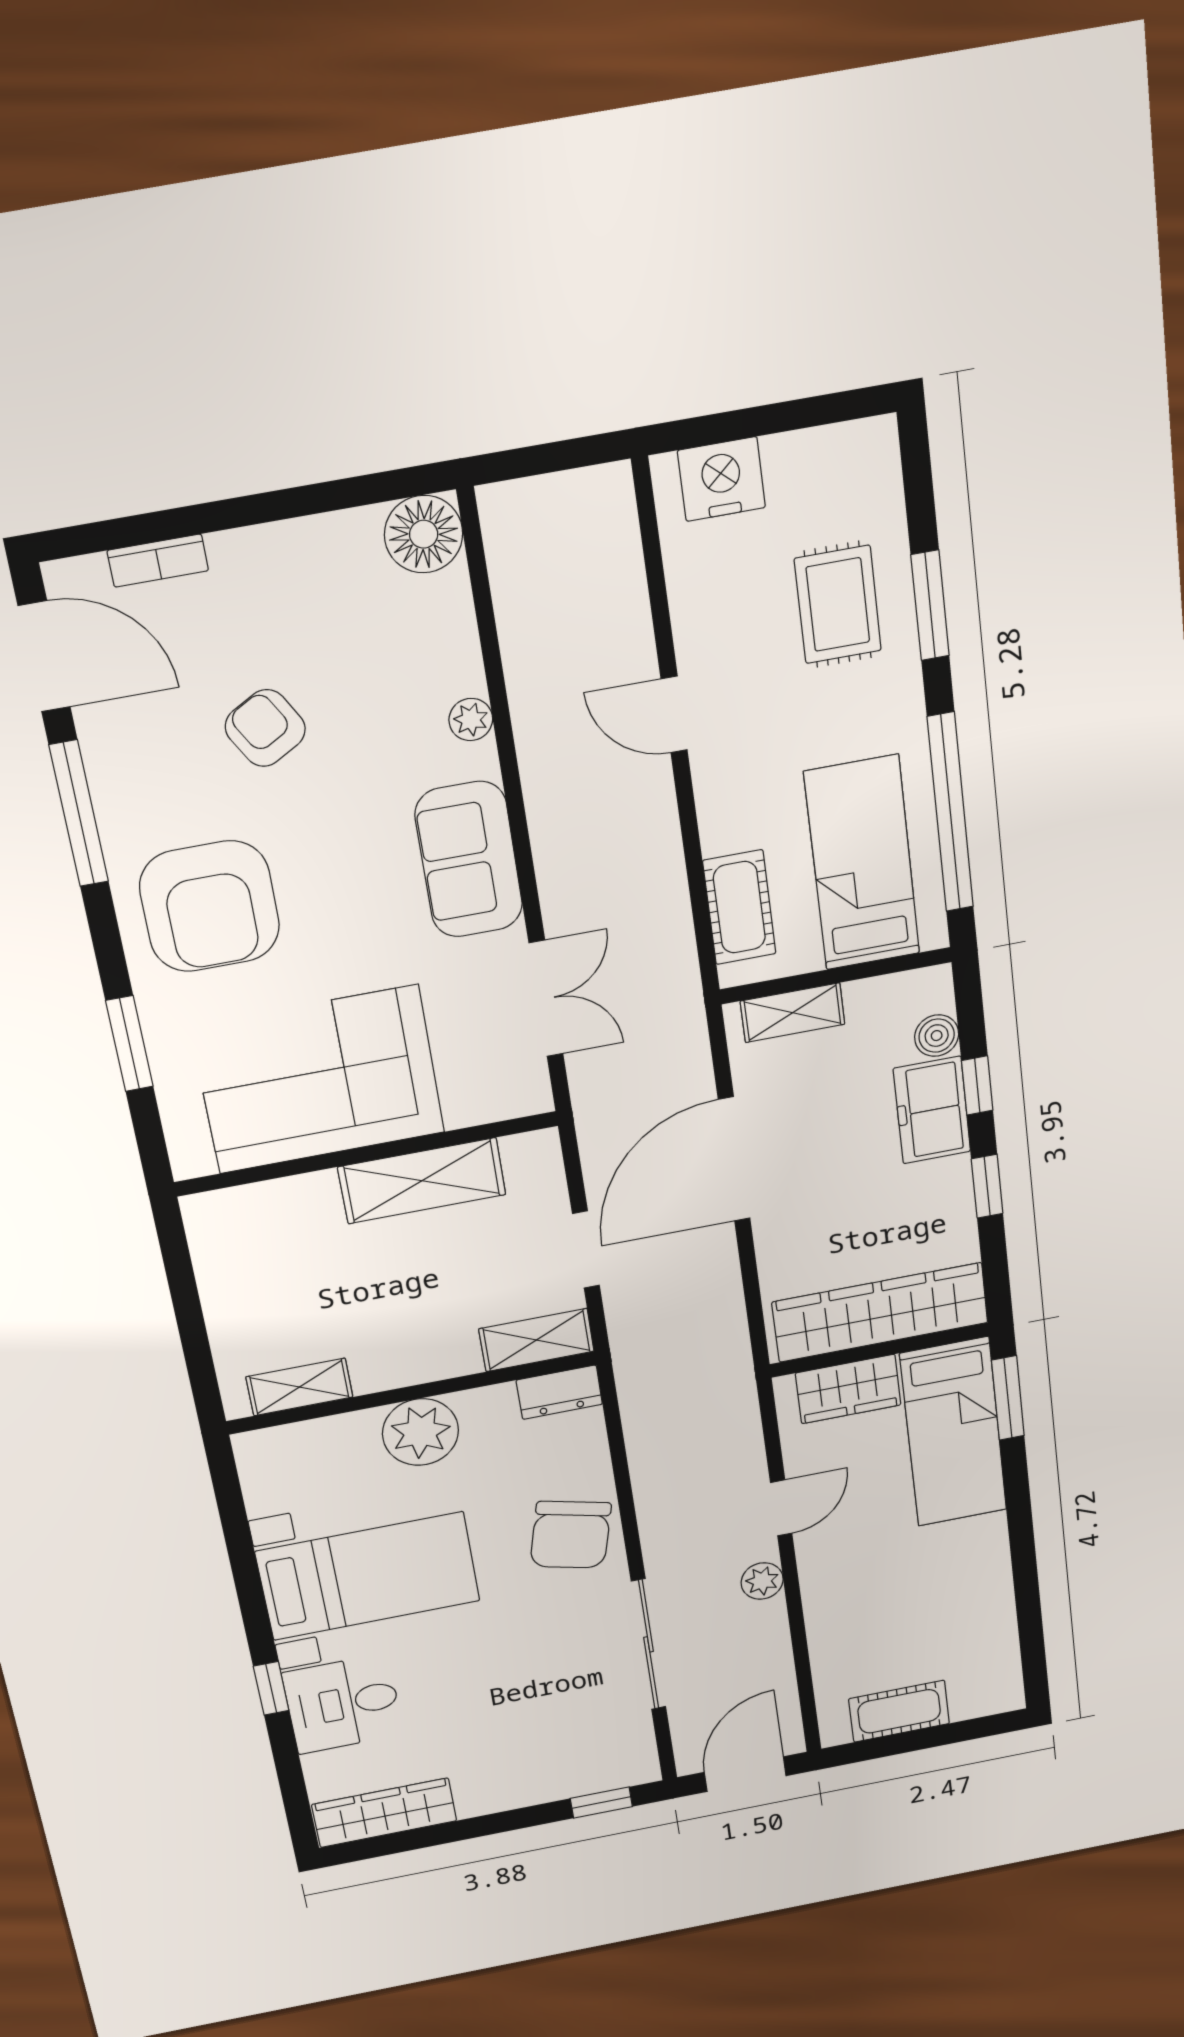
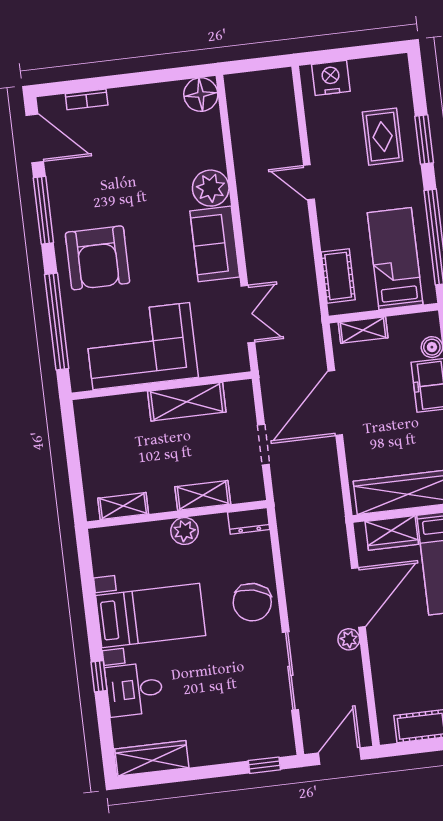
plant: (471, 720) -> (211, 188), width x1.87, depth x1.87
armchair: (265, 728) -> (128, 177), removed
window: (129, 1044) -> (57, 321), width x2.11
shelving: (537, 1340) -> (203, 495), moved
plant: (420, 1432) -> (185, 531), width x0.73, depth x0.73
door: (781, 1508) -> (358, 597), width x1.88

